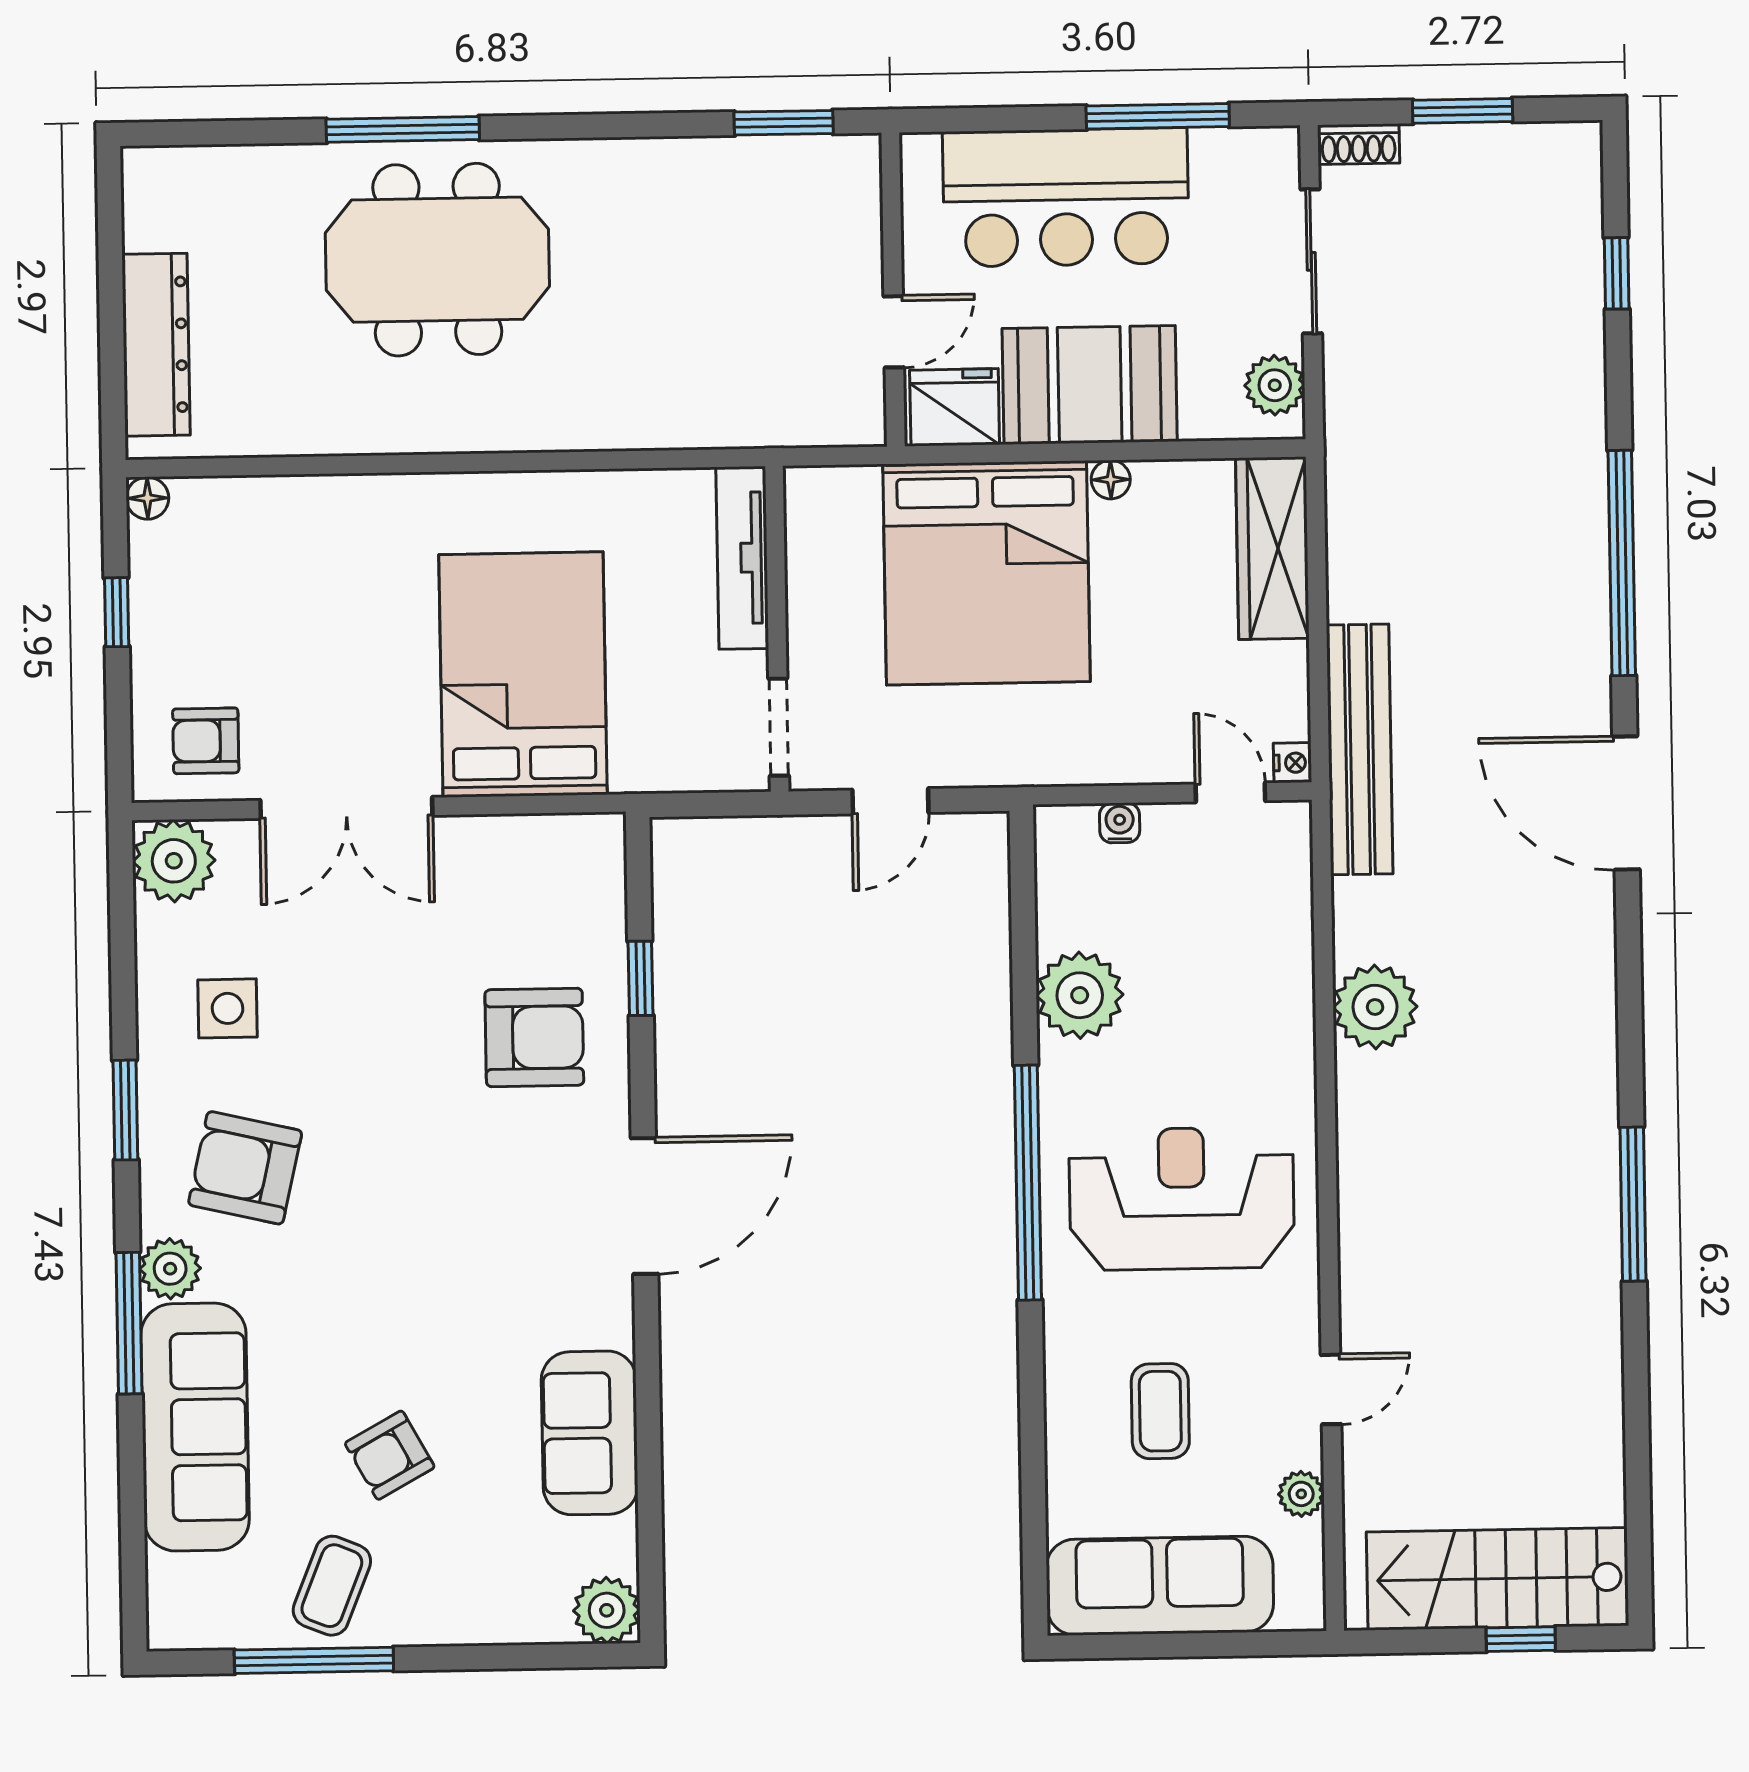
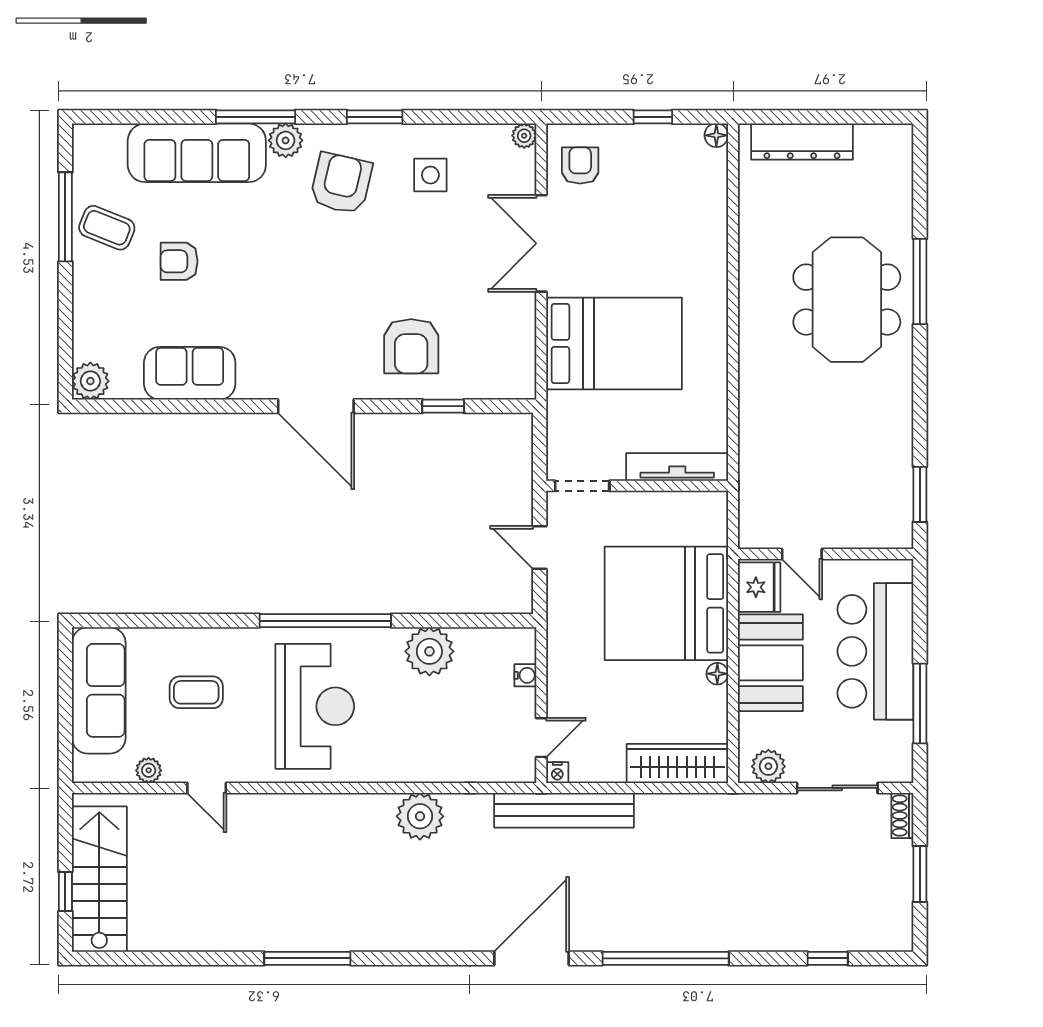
plant: (174, 861) -> (524, 136), width x0.53, depth x0.53
armchair: (390, 1455) -> (179, 261), turned -61

